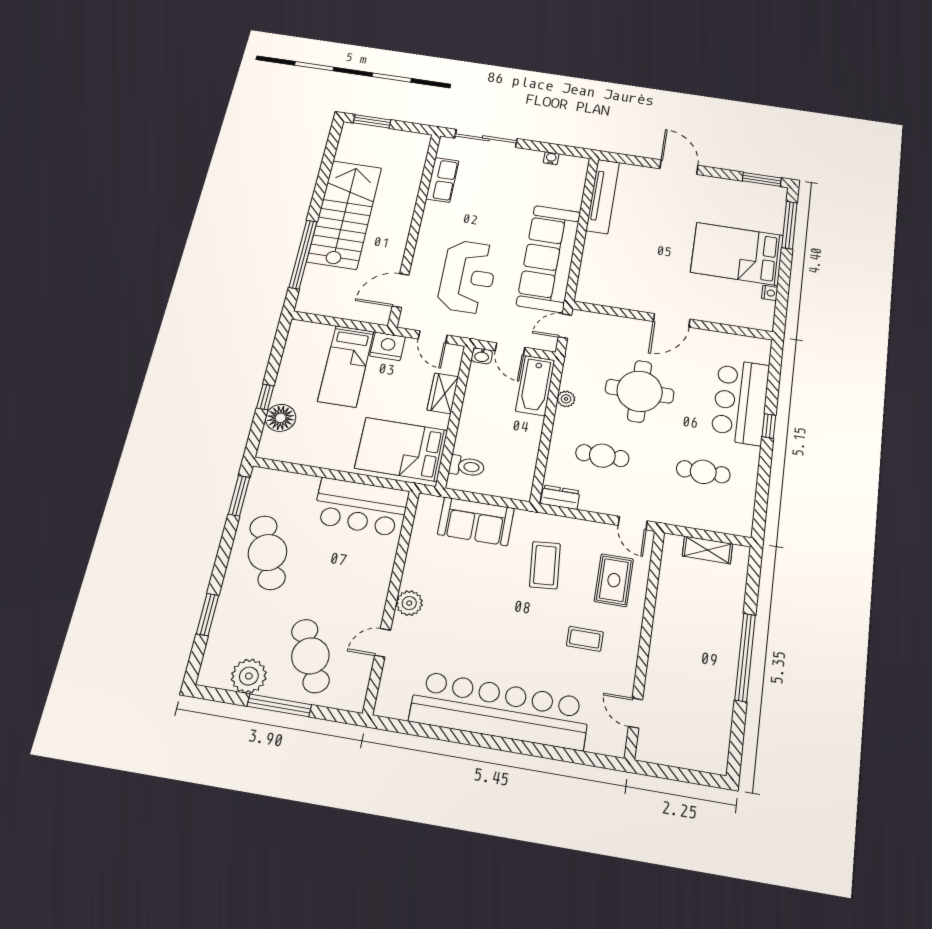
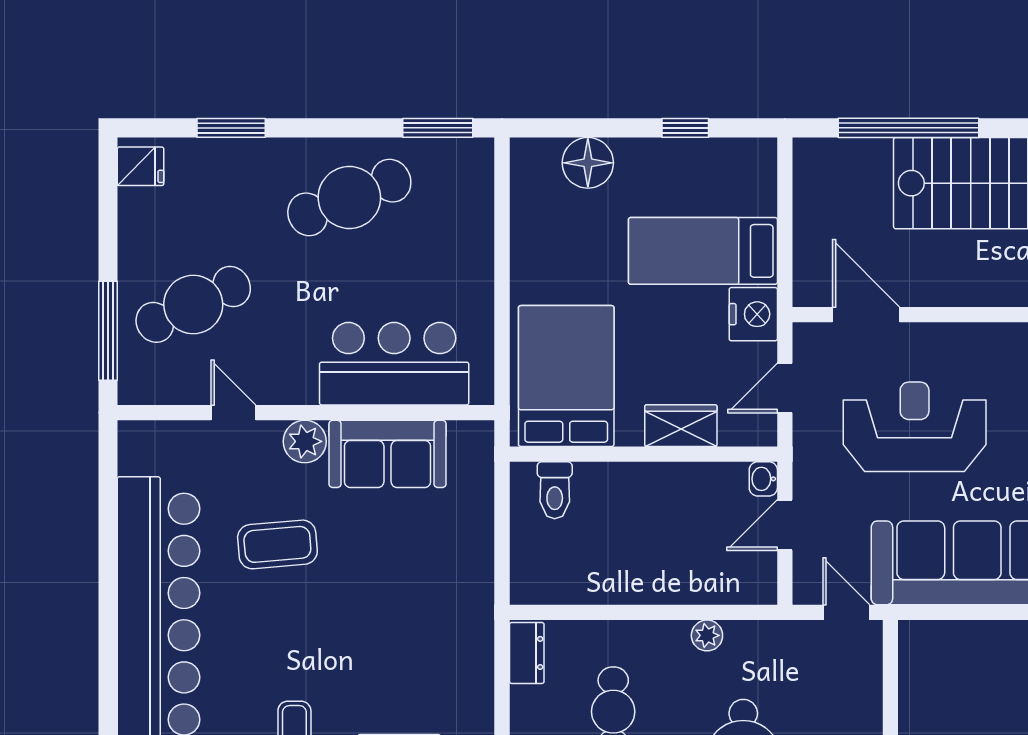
reception desk: (468, 277) -> (915, 427), turned 180
bathtub: (535, 385) -> (723, 579), removed
window: (265, 397) -> (685, 128), moved
bar counter: (361, 507) -> (394, 364), moved, turned 90
sofa: (476, 521) -> (388, 454), moved, turned -90
coffee table: (545, 565) -> (277, 544), moved
fridge: (217, 674) -> (141, 166), added
plant: (249, 676) -> (145, 217), removed
window: (279, 705) -> (108, 331), moved

